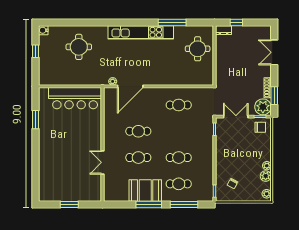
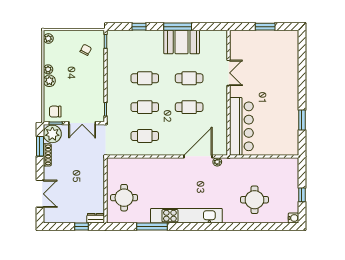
bar counter: (75, 98) -> (241, 126), moved, turned 90
plant: (266, 176) -> (49, 81), moved
cafe table: (179, 184) -> (145, 107), moved
window: (184, 205) -> (139, 27), width x0.46

